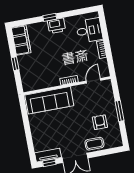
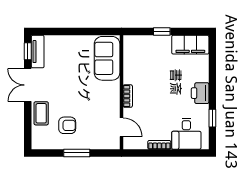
window: (50, 17) -> (212, 118), moved
sofa: (49, 100) -> (107, 58), width x0.73

